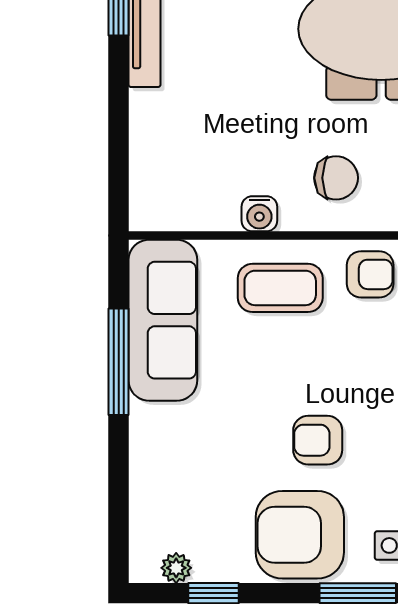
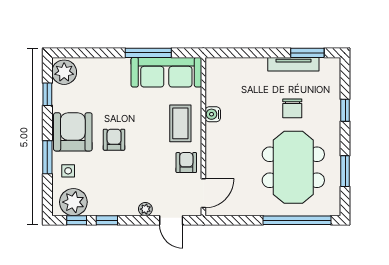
chair: (336, 178) -> (292, 108), moved
armchair: (370, 274) -> (186, 163), turned 180
plant: (176, 568) -> (64, 72), width x1.87, depth x1.87

